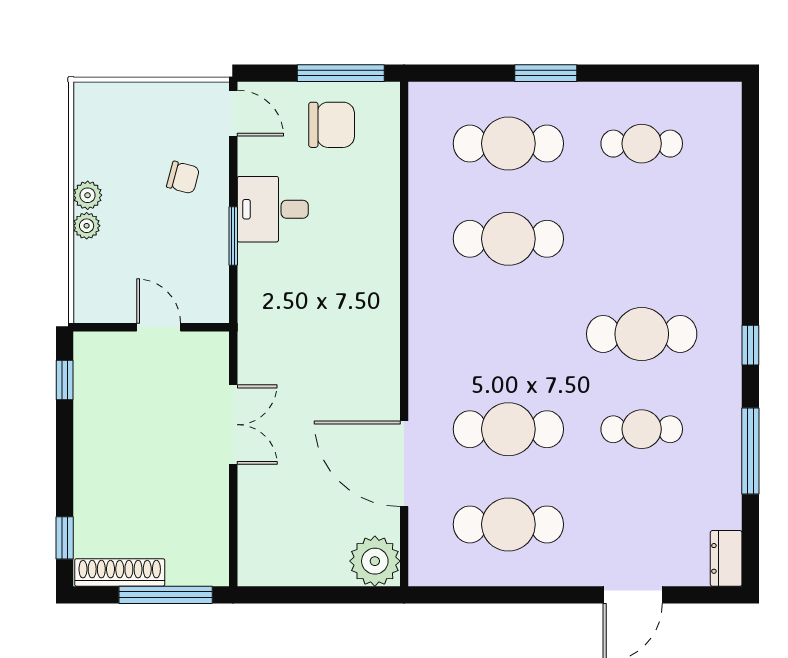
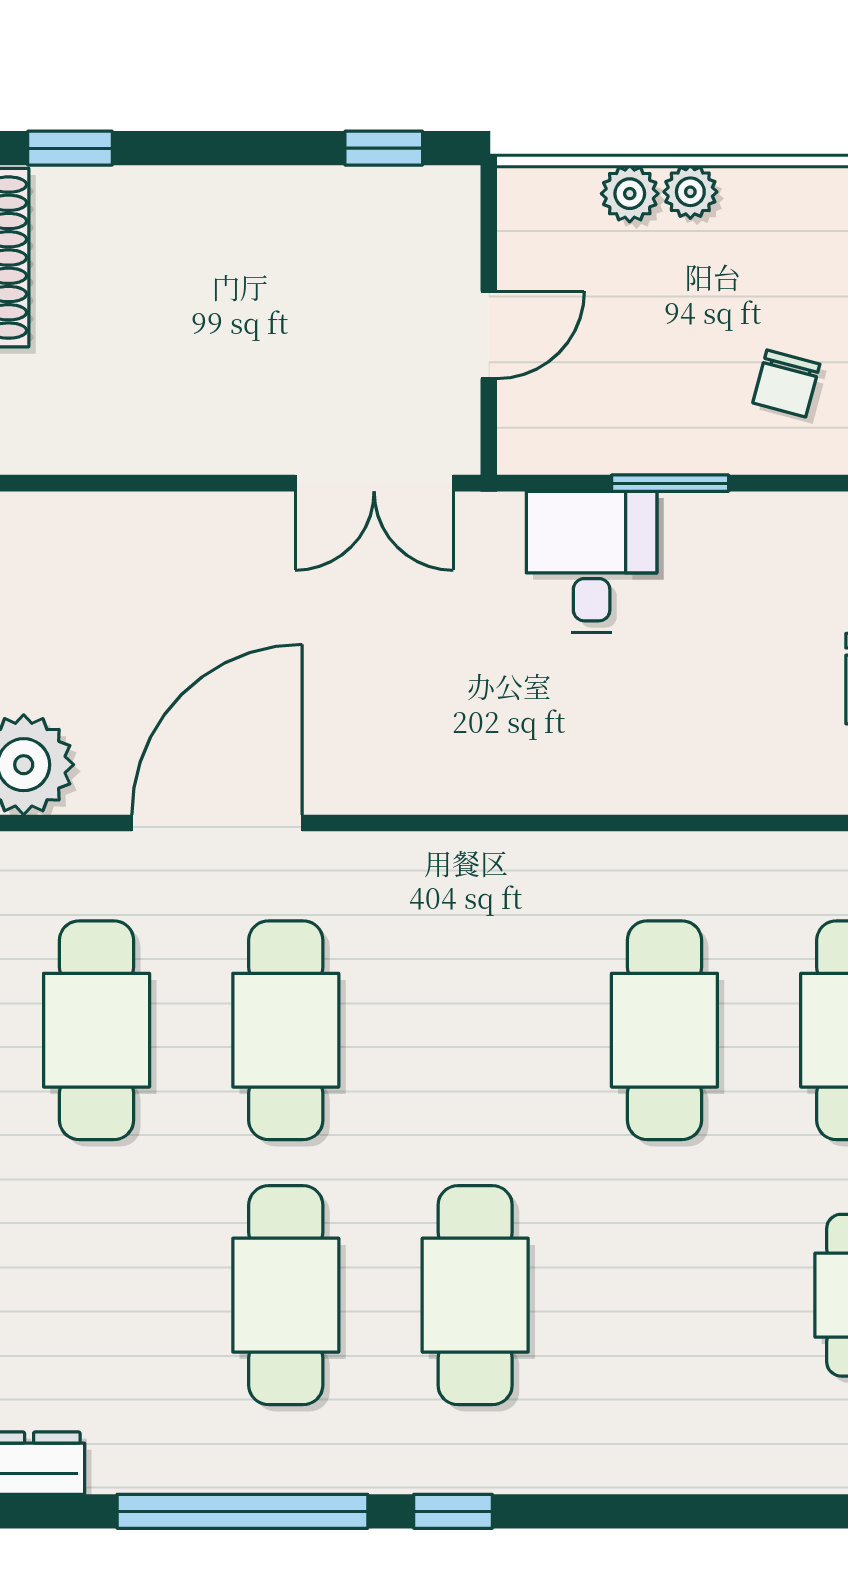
plant: (88, 195) -> (630, 194), moved
desk: (273, 209) -> (592, 562), moved
double door: (233, 425) -> (374, 483), moved
cafe table: (642, 429) -> (286, 1295), width x1.37, depth x1.35
window: (750, 451) -> (242, 1511), width x1.46

